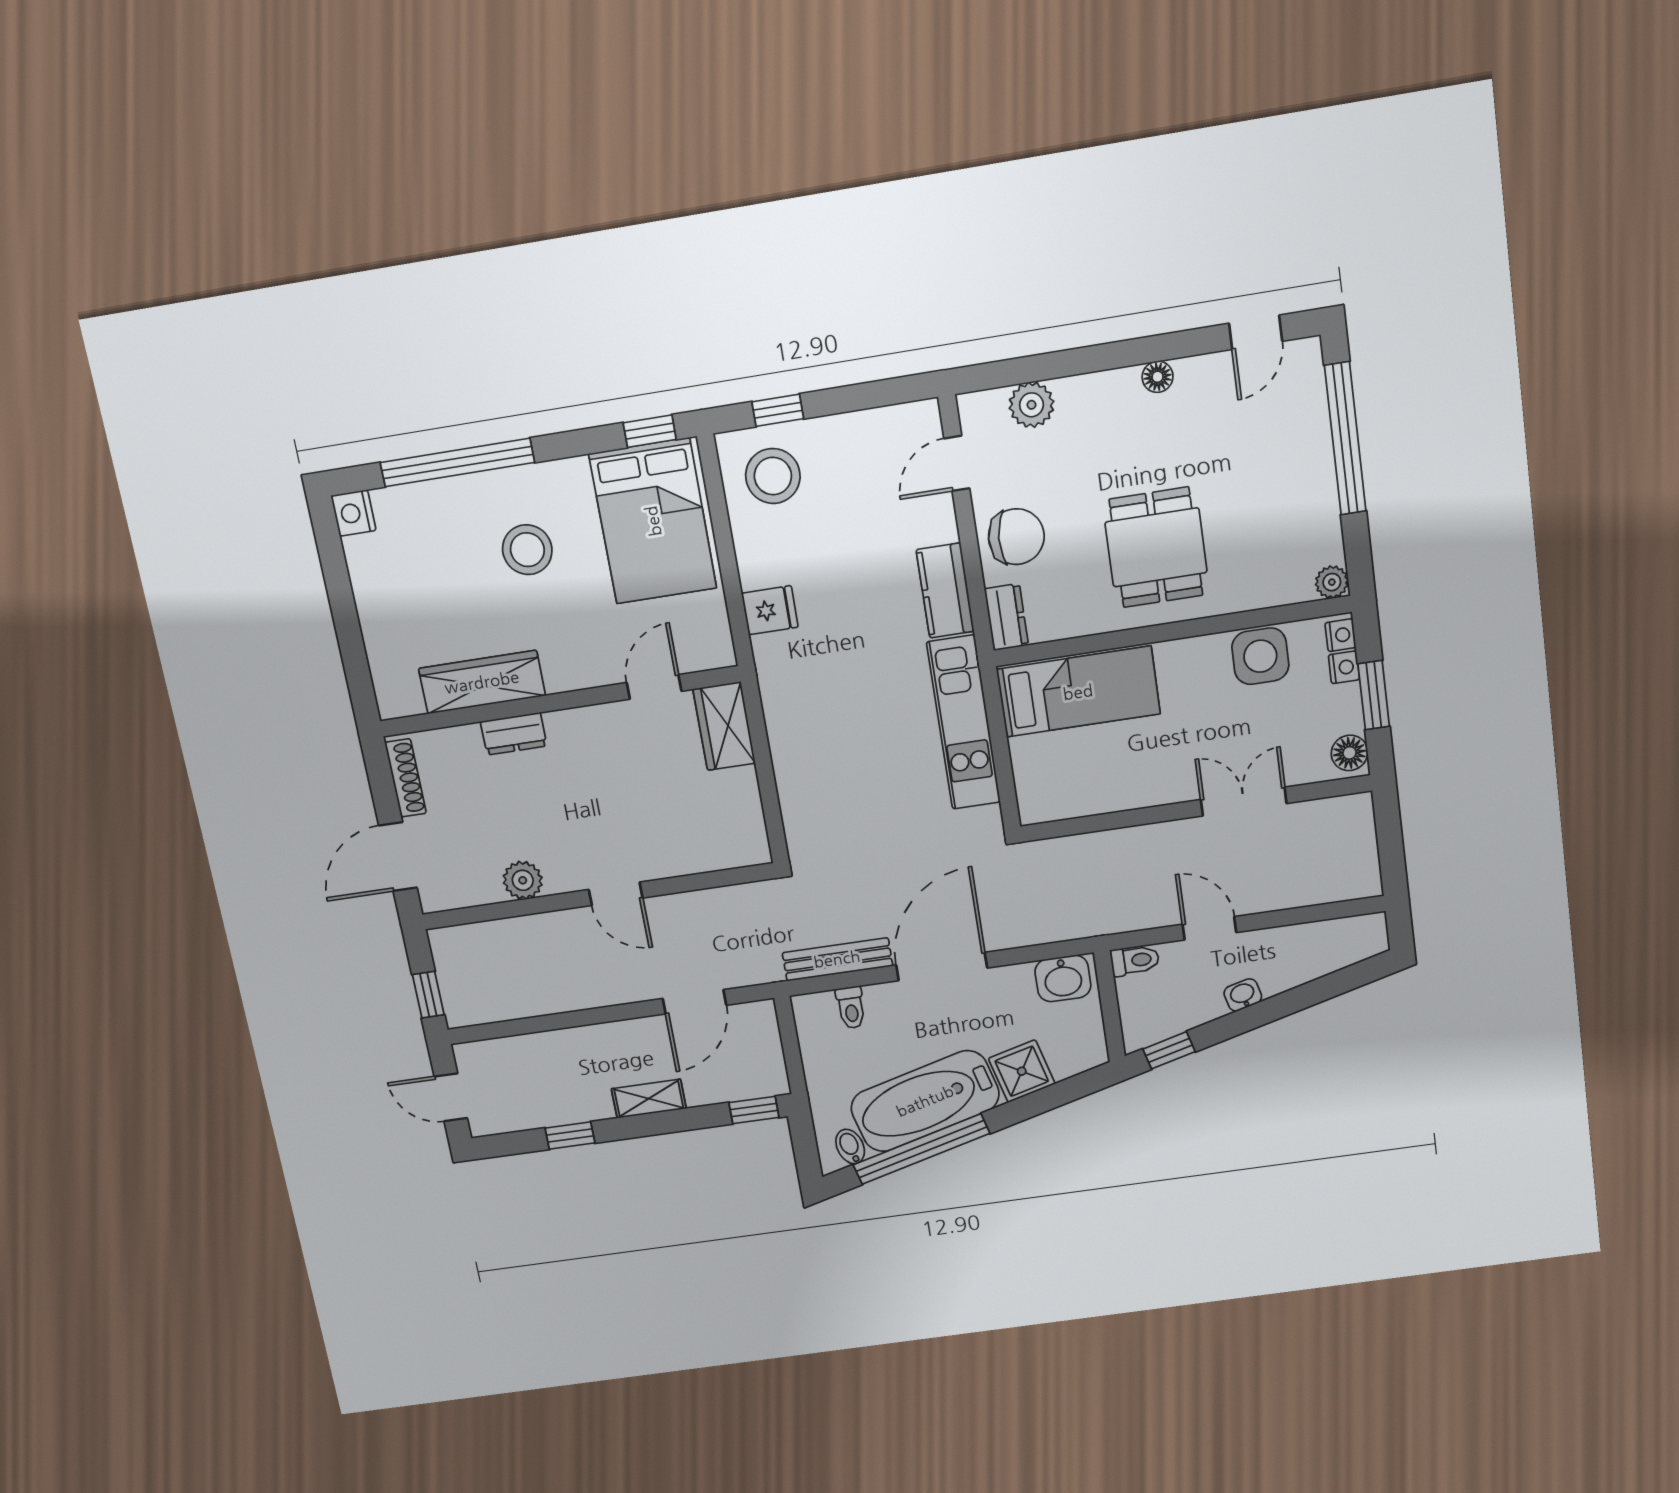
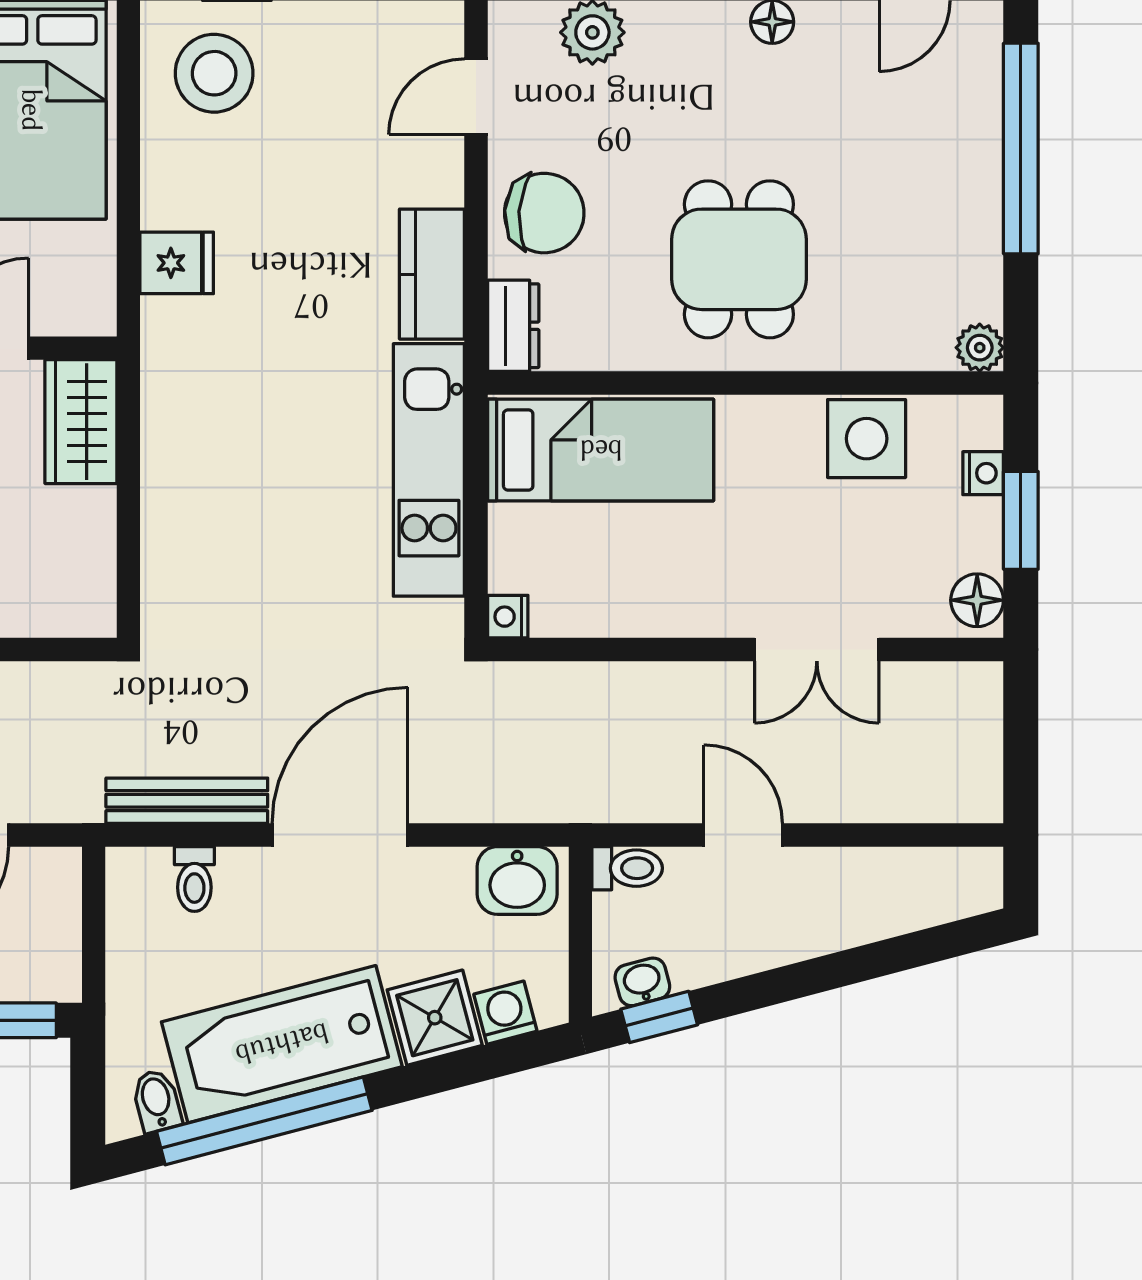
nightstand: (1340, 635) -> (508, 617), moved, turned 180
double door: (1244, 802) -> (817, 649), swing flipped
washbasin: (1243, 995) -> (642, 982), moved
washing machine: (1067, 1062) -> (505, 1013), added

